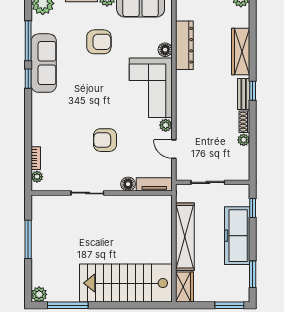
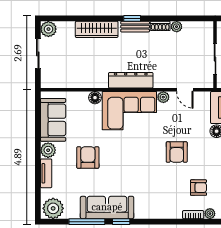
dresser: (184, 45) -> (131, 80), moved
door: (174, 149) -> (185, 90), hinge flipped
armchair: (66, 164) -> (198, 188), added

